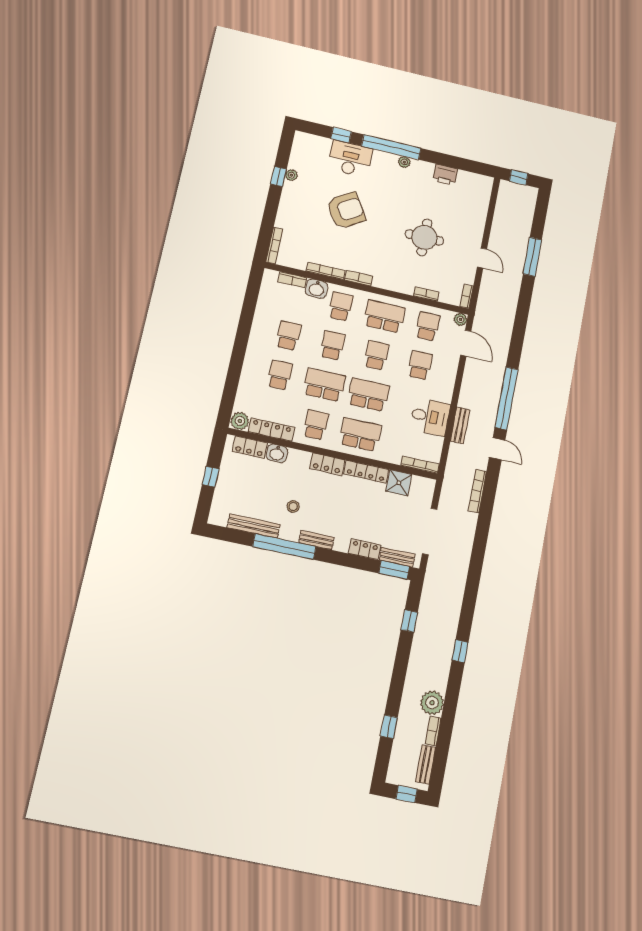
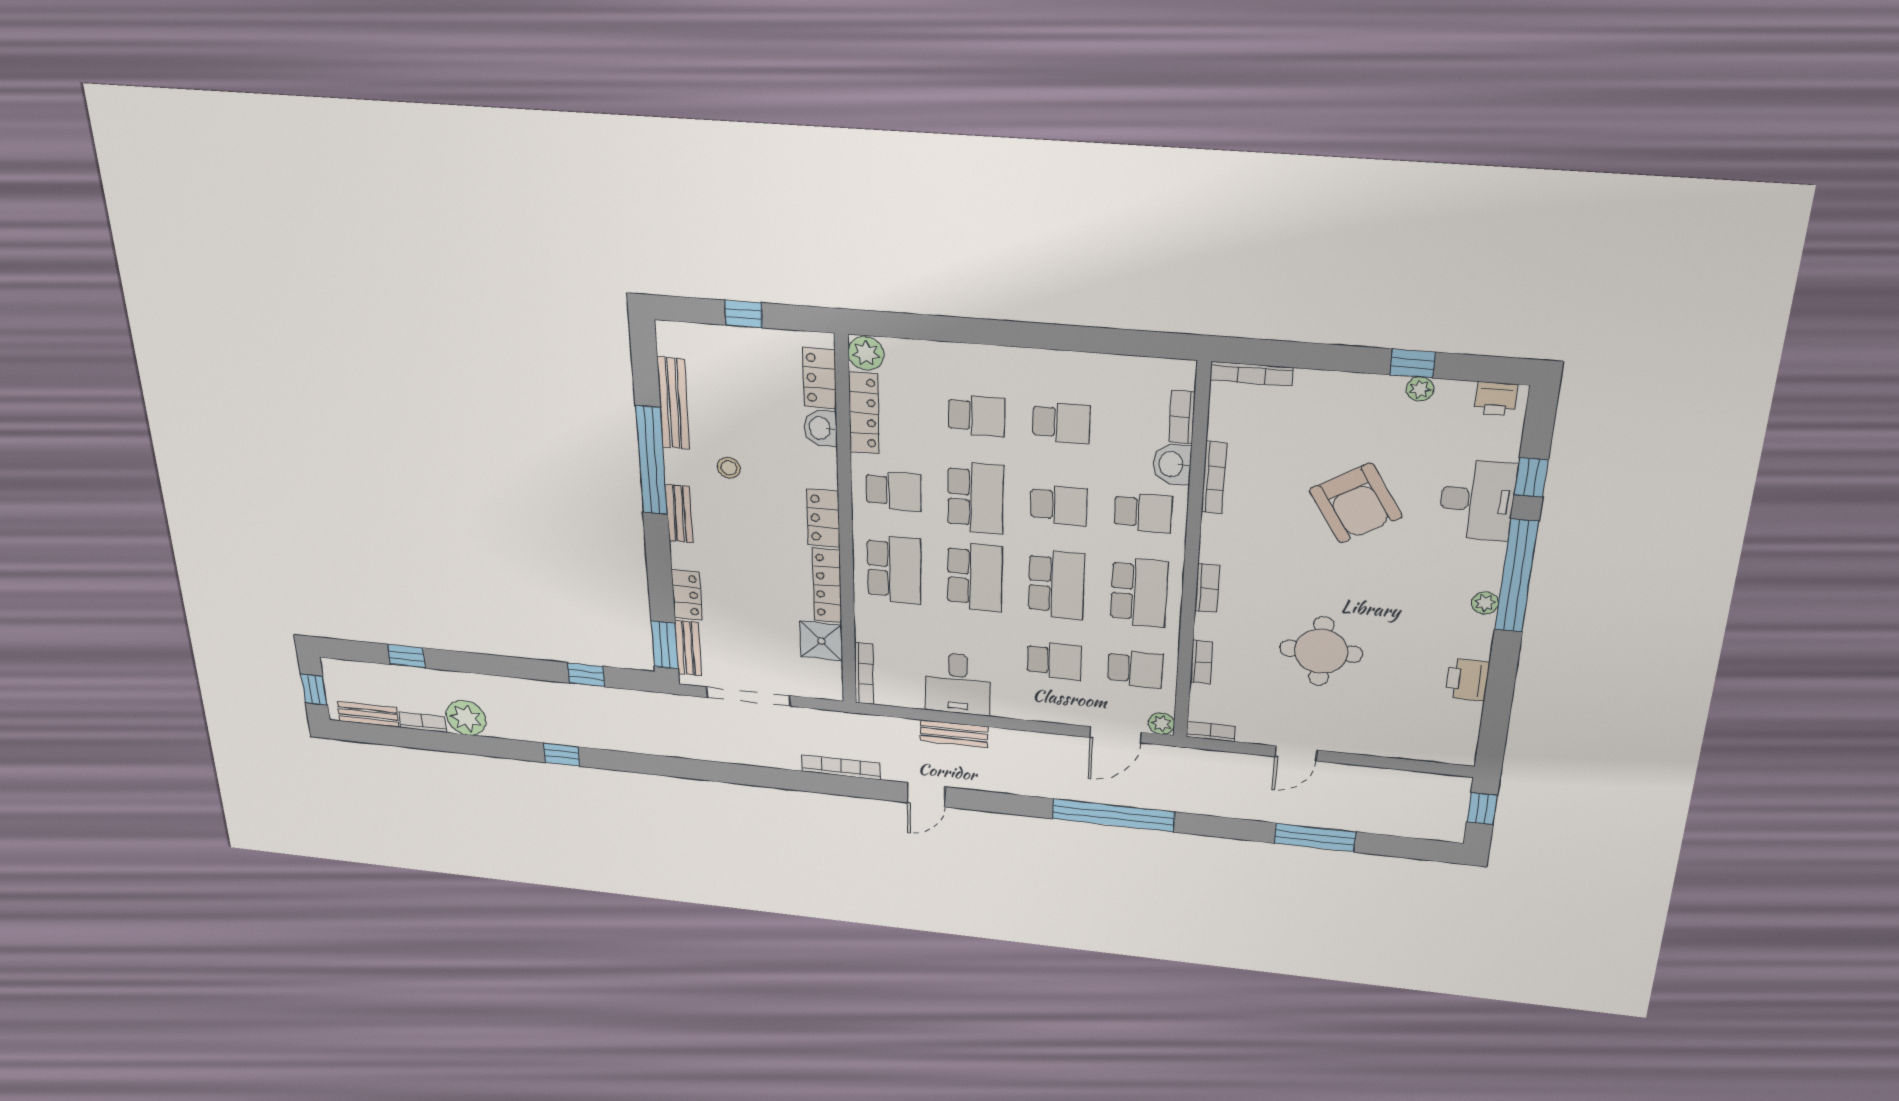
printer: (300, 145) -> (1496, 399), added
bookcase: (359, 278) -> (1207, 588), moved
school desk: (376, 355) -> (1056, 585), width x1.85
window: (506, 398) -> (1113, 815), moved

